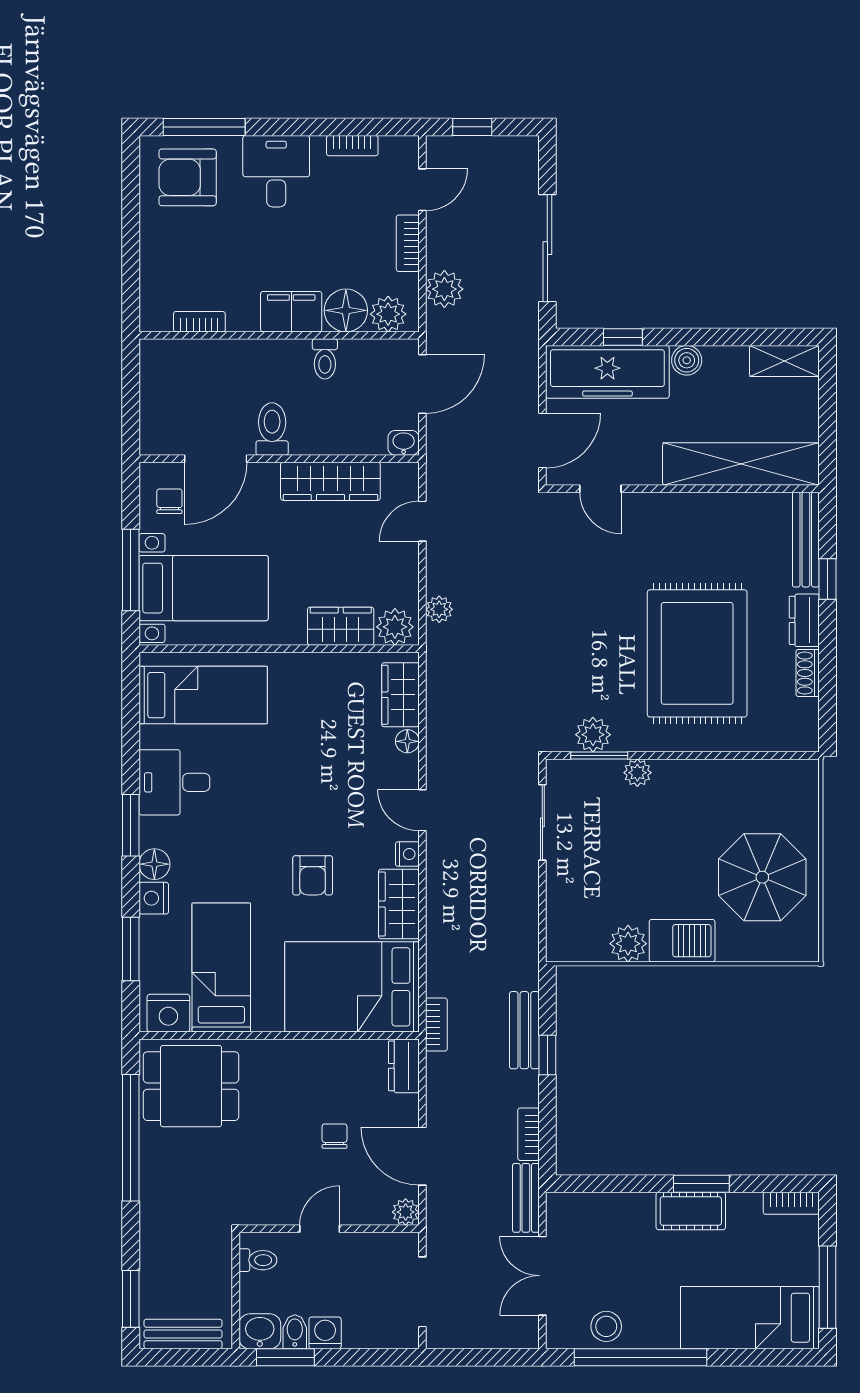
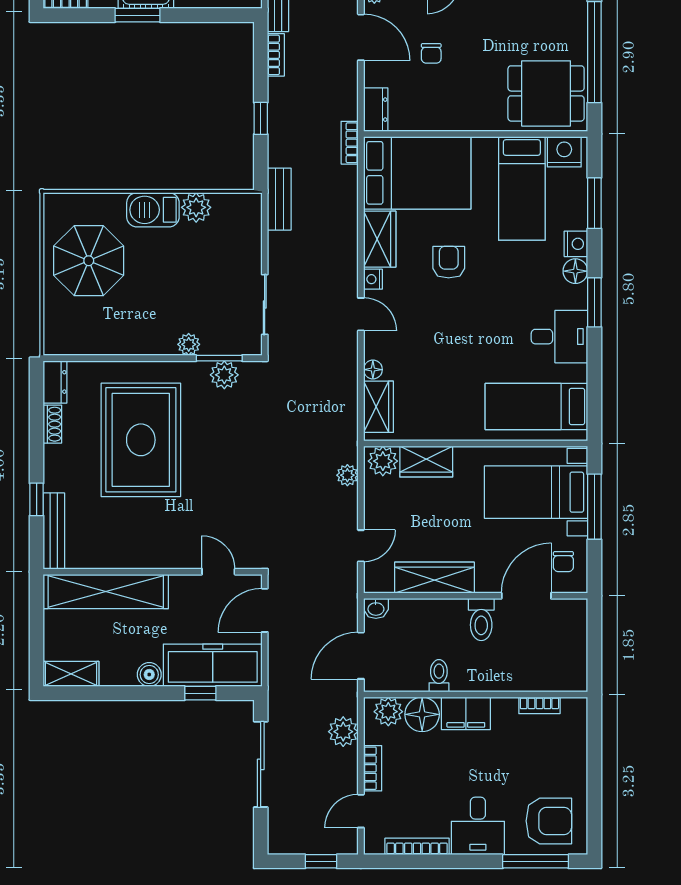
bookcase: (352, 146) -> (417, 846), width x1.56
dresser: (804, 620) -> (55, 382), moved
bench: (524, 1030) -> (279, 199), moved

